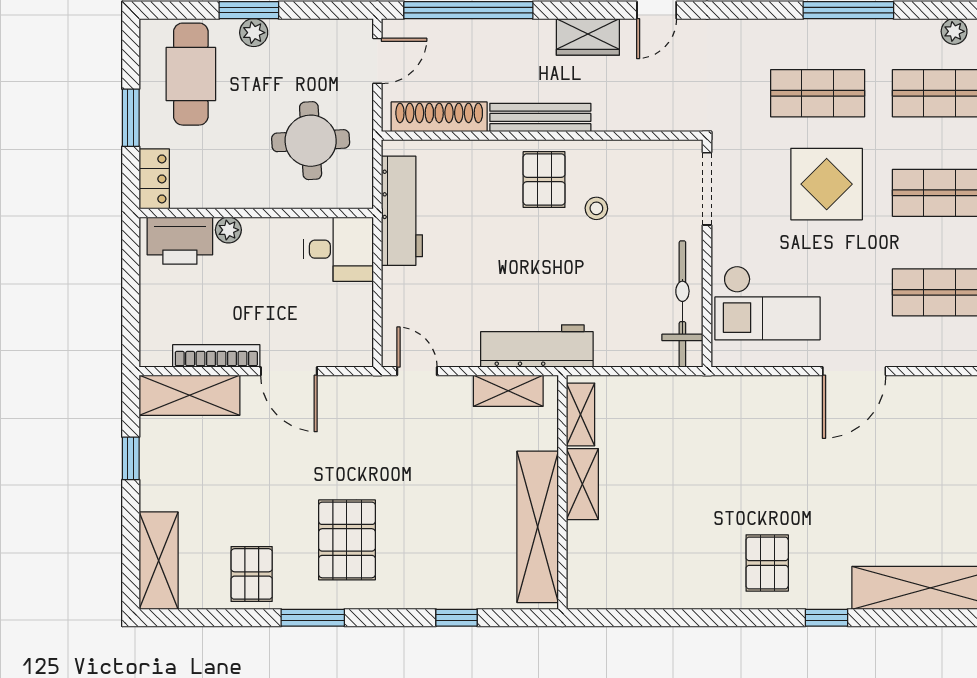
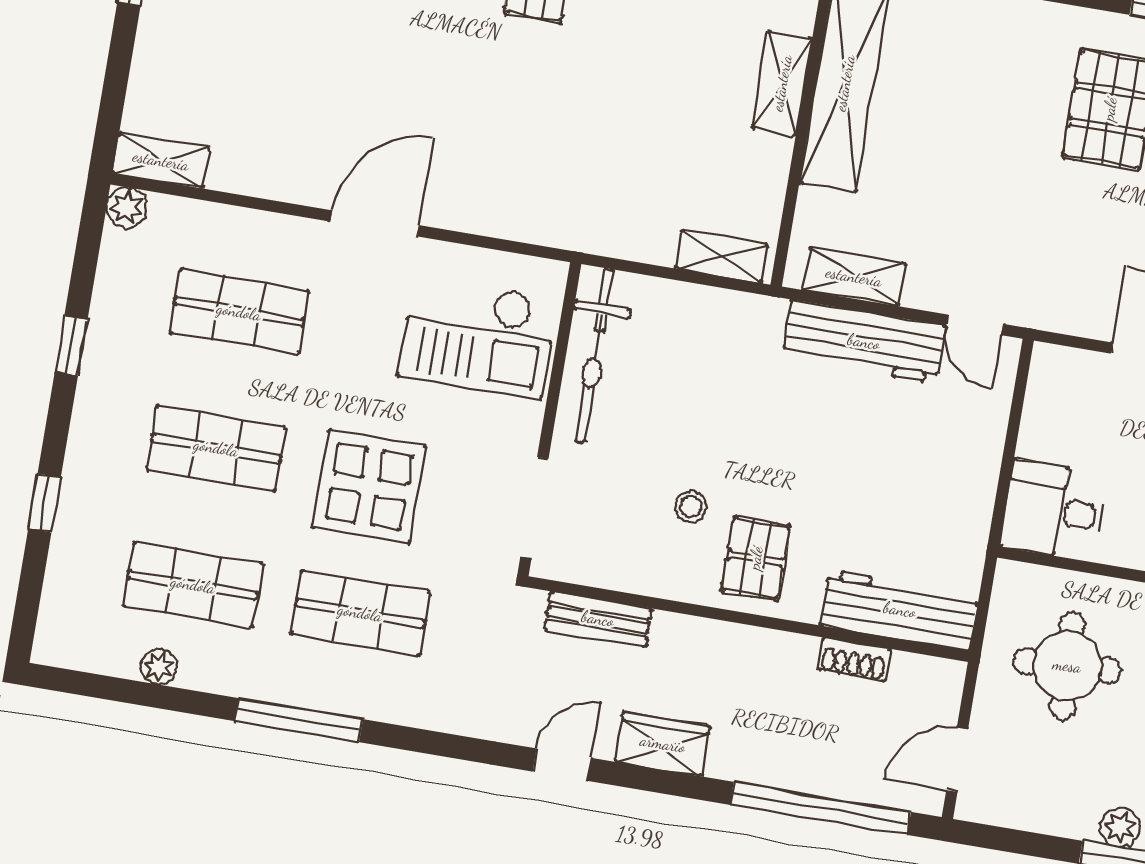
shoe rack: (439, 117) -> (854, 660), width x0.51, depth x0.81
bench: (540, 117) -> (598, 619), moved, width x0.73
workbench: (402, 211) -> (900, 610), moved, turned 90
checkout: (768, 303) -> (478, 337), turned 180
workbench: (537, 346) -> (864, 342), moved
shelving: (581, 414) -> (722, 256), moved, turned 90
shelving: (582, 484) -> (782, 83), moved

